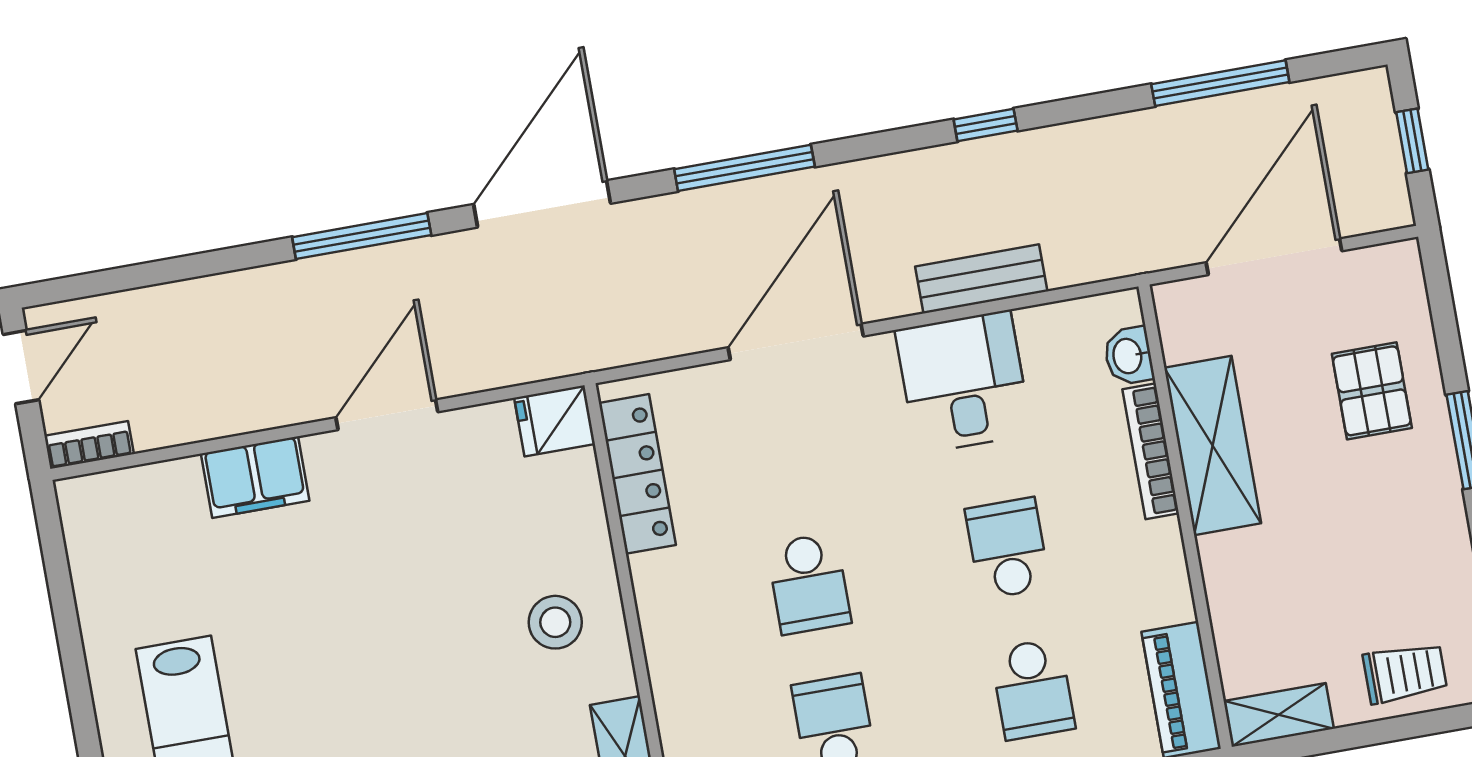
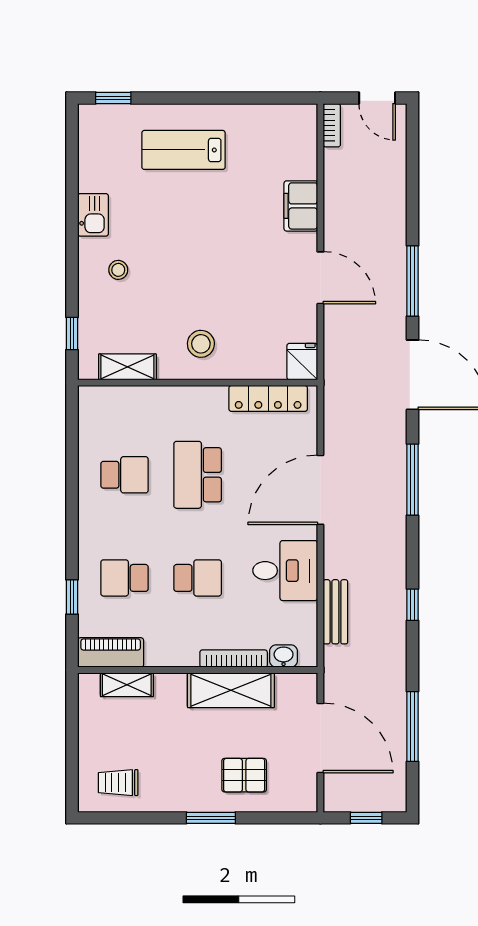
bench: (981, 279) -> (335, 612), moved
door: (796, 342) -> (320, 490), swing flipped
school desk: (809, 584) -> (198, 475), width x1.85
trolley: (1405, 673) -> (118, 783), moved, turned 90
shelving: (1279, 715) -> (127, 685), moved, turned 90

